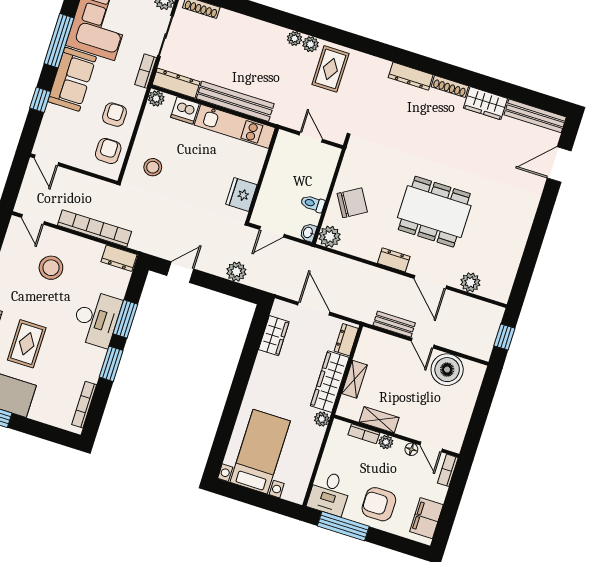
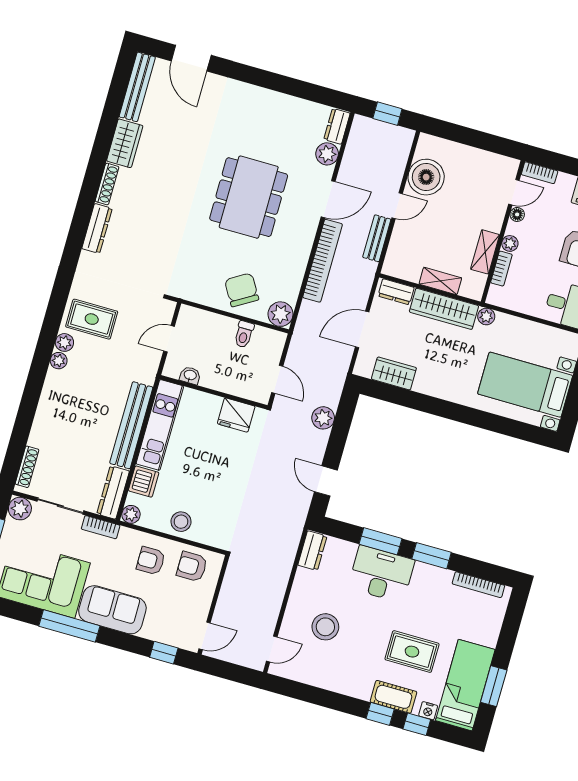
window: (40, 100) -> (164, 653), moved
stool: (153, 167) -> (181, 522), moved
bookcase: (95, 228) -> (323, 261), moved, turned 180
washbasin: (308, 233) -> (190, 375), moved, turned 180
dresser: (394, 260) -> (337, 126), moved

